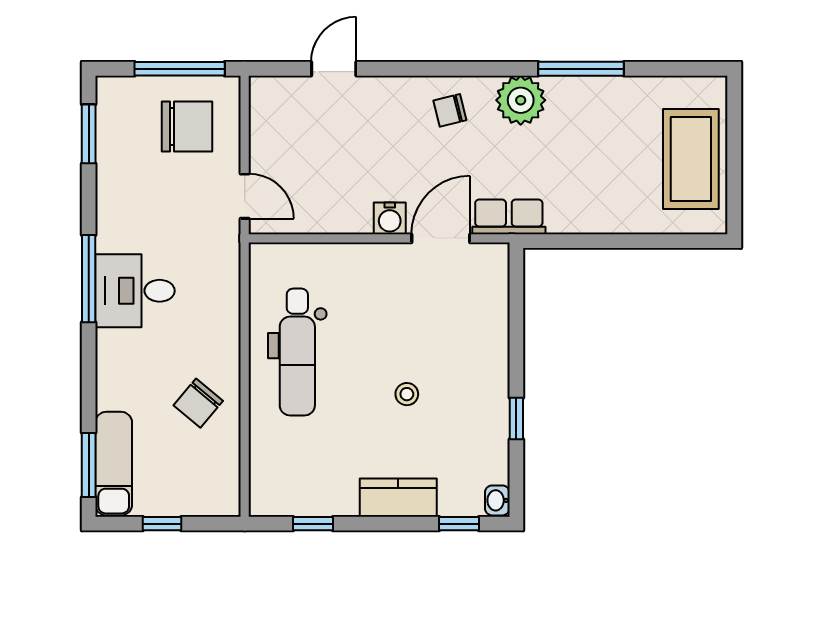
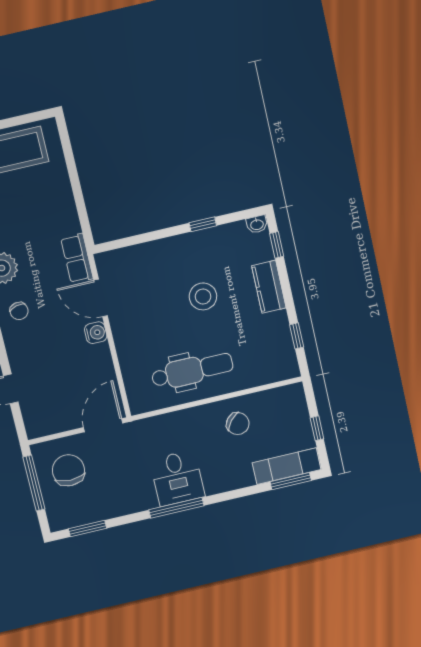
door: (245, 196) -> (103, 425), width x1.38
stool: (407, 394) -> (203, 296), width x1.89, depth x1.89

